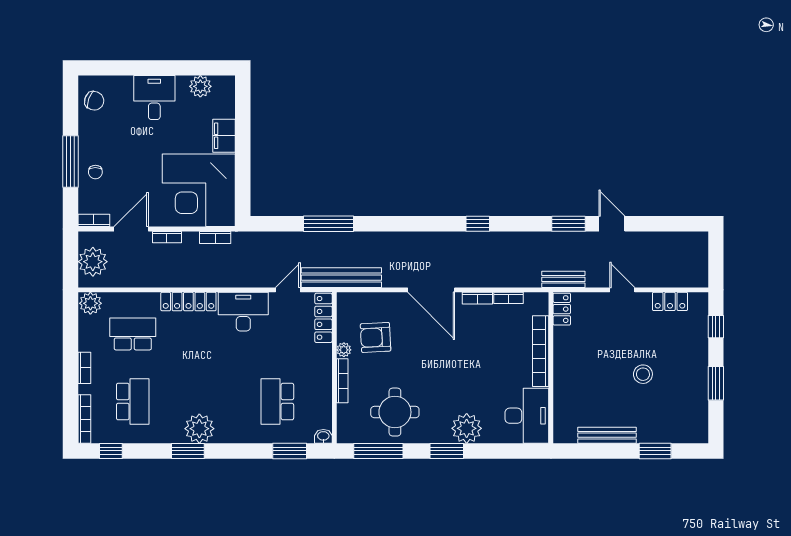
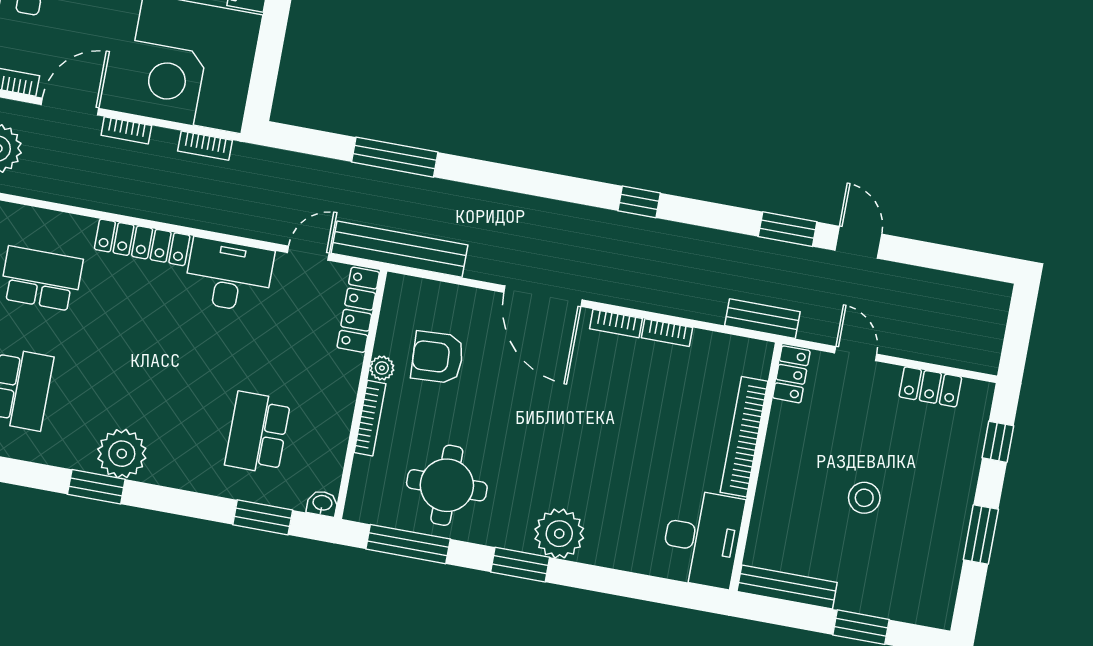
locker: (562, 309) -> (791, 374), moved
bookcase: (541, 351) -> (744, 437), moved
wall: (551, 368) -> (756, 467), moved
desk: (527, 416) -> (702, 538), moved

